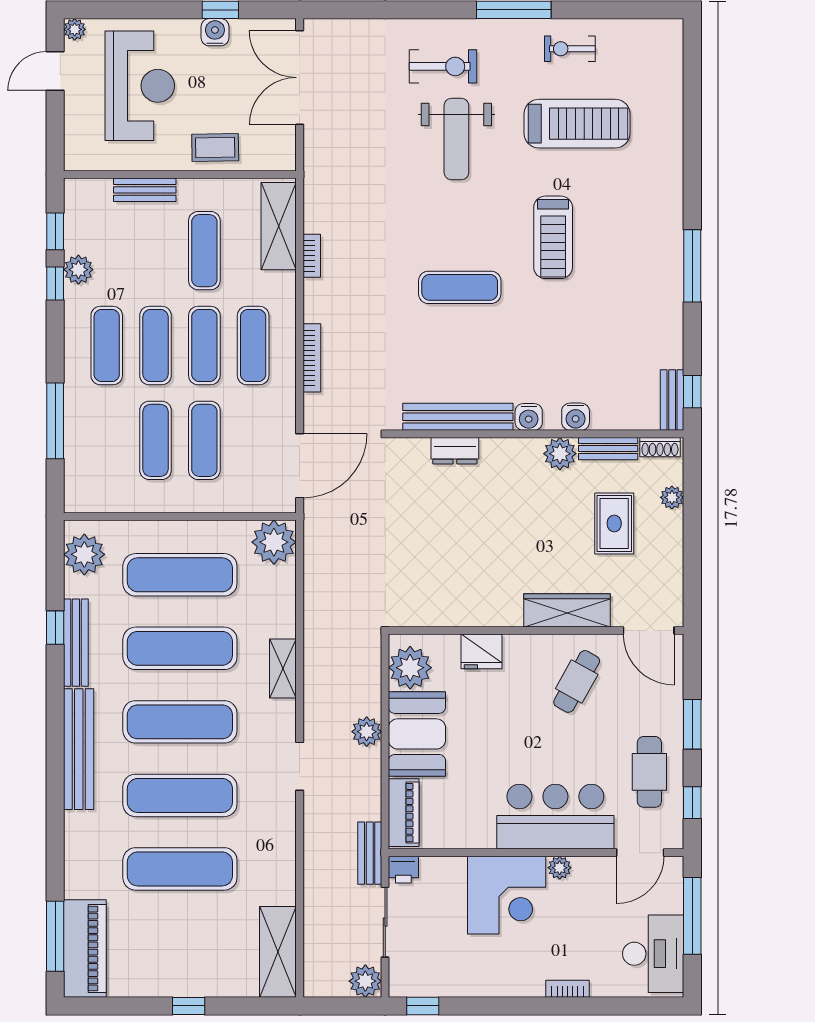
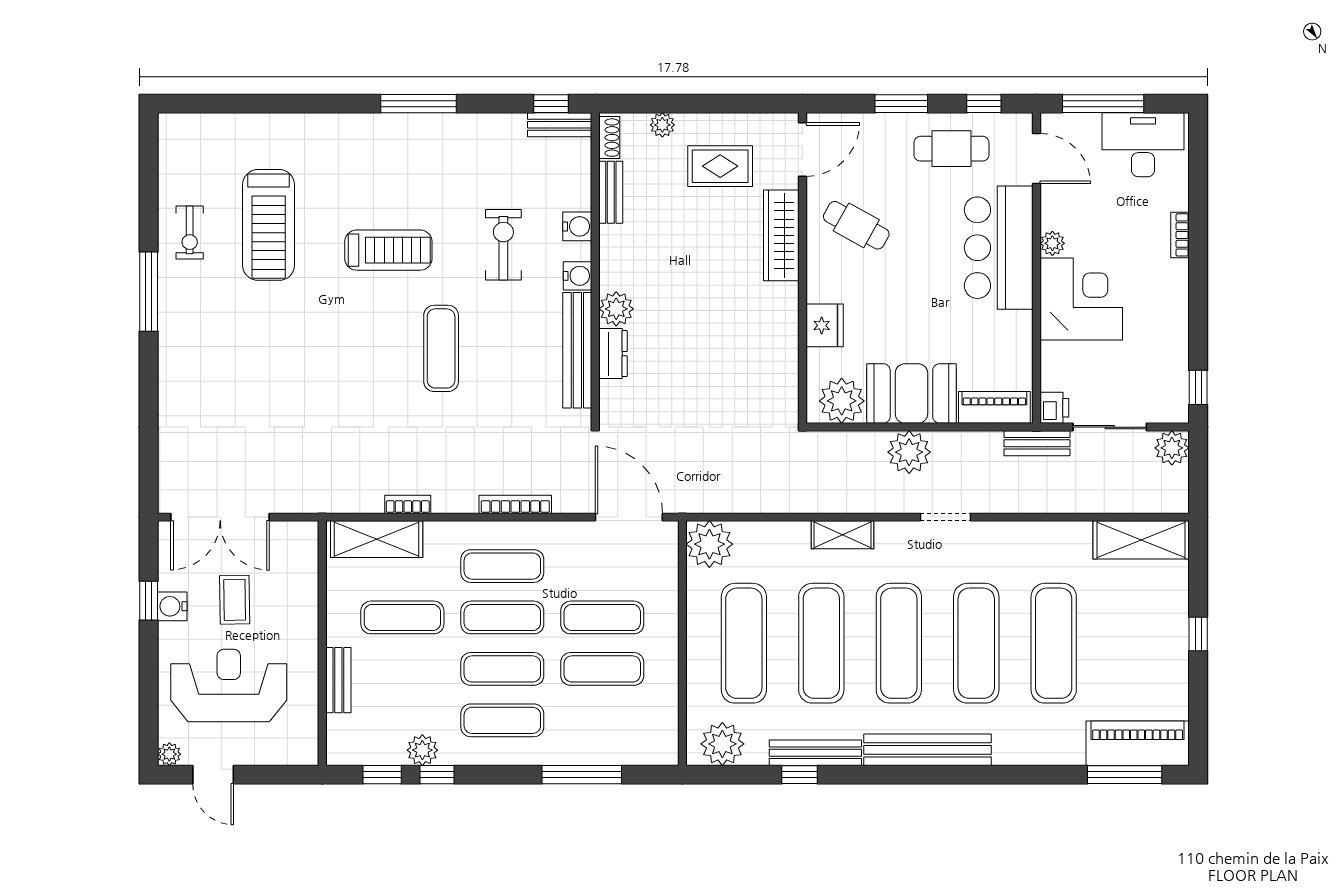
exercise bike: (443, 66) -> (503, 245), moved
treadmill: (577, 124) -> (269, 225), turned 180
weight bench: (456, 139) -> (285, 352), removed
coffee table: (215, 147) -> (235, 600), moved
plant: (560, 454) -> (616, 309), moved
rug: (614, 523) -> (720, 166), moved
plant: (367, 732) -> (909, 452), width x1.36, depth x1.36

